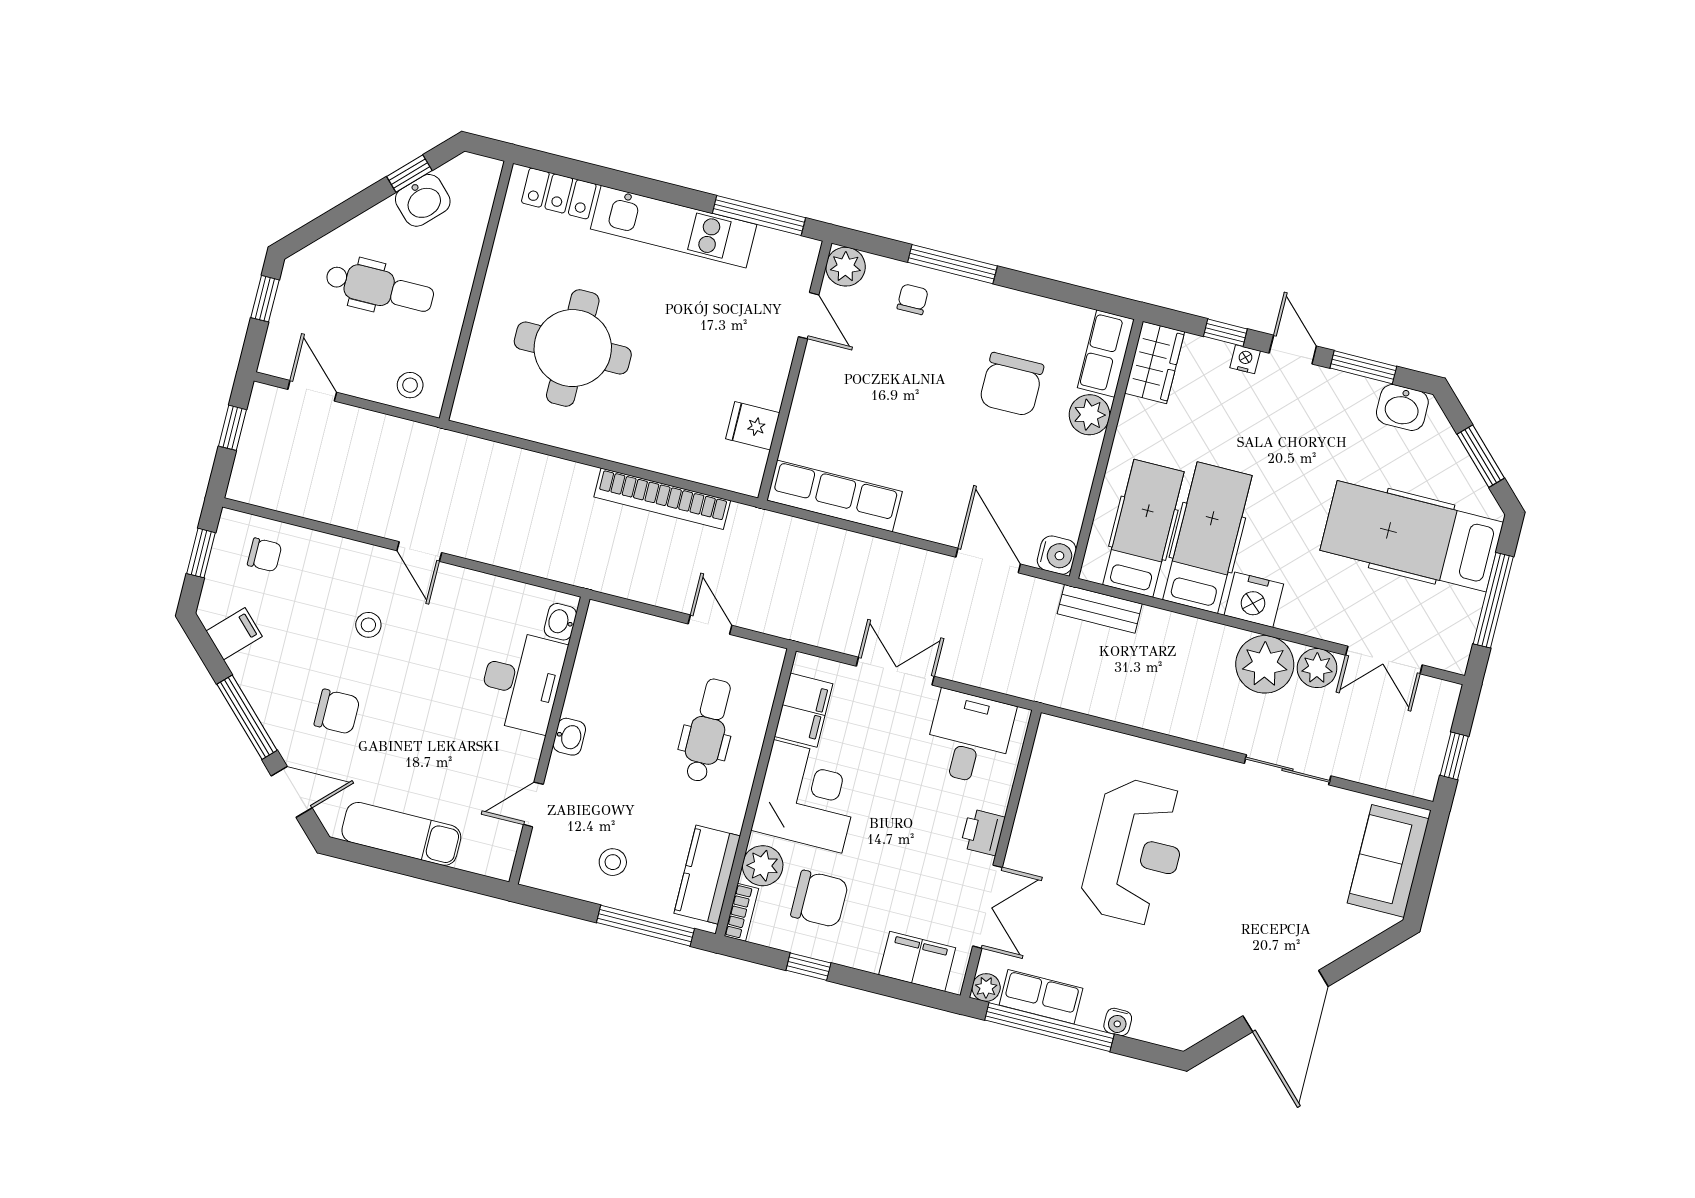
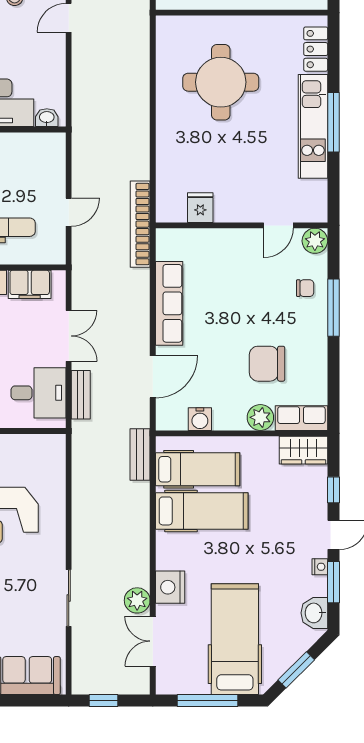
window: (759, 216) -> (333, 122), moved
nightstand: (1245, 359) -> (320, 567), moved
row of seats: (835, 496) -> (169, 303), moved
bookcase: (662, 499) -> (140, 224), moved
water cooler: (1057, 555) -> (200, 419), moved
nightstand: (1254, 600) -> (170, 587), moved
plant: (1265, 664) -> (131, 567), removed
bench: (988, 675) -> (81, 395), added

